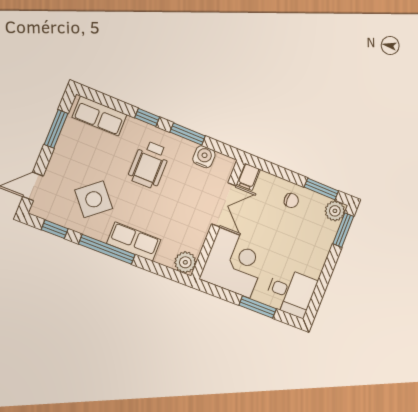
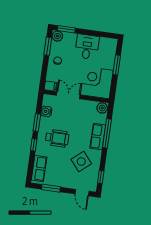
window: (107, 249) -> (107, 133), moved
desk: (291, 292) -> (87, 47), moved

